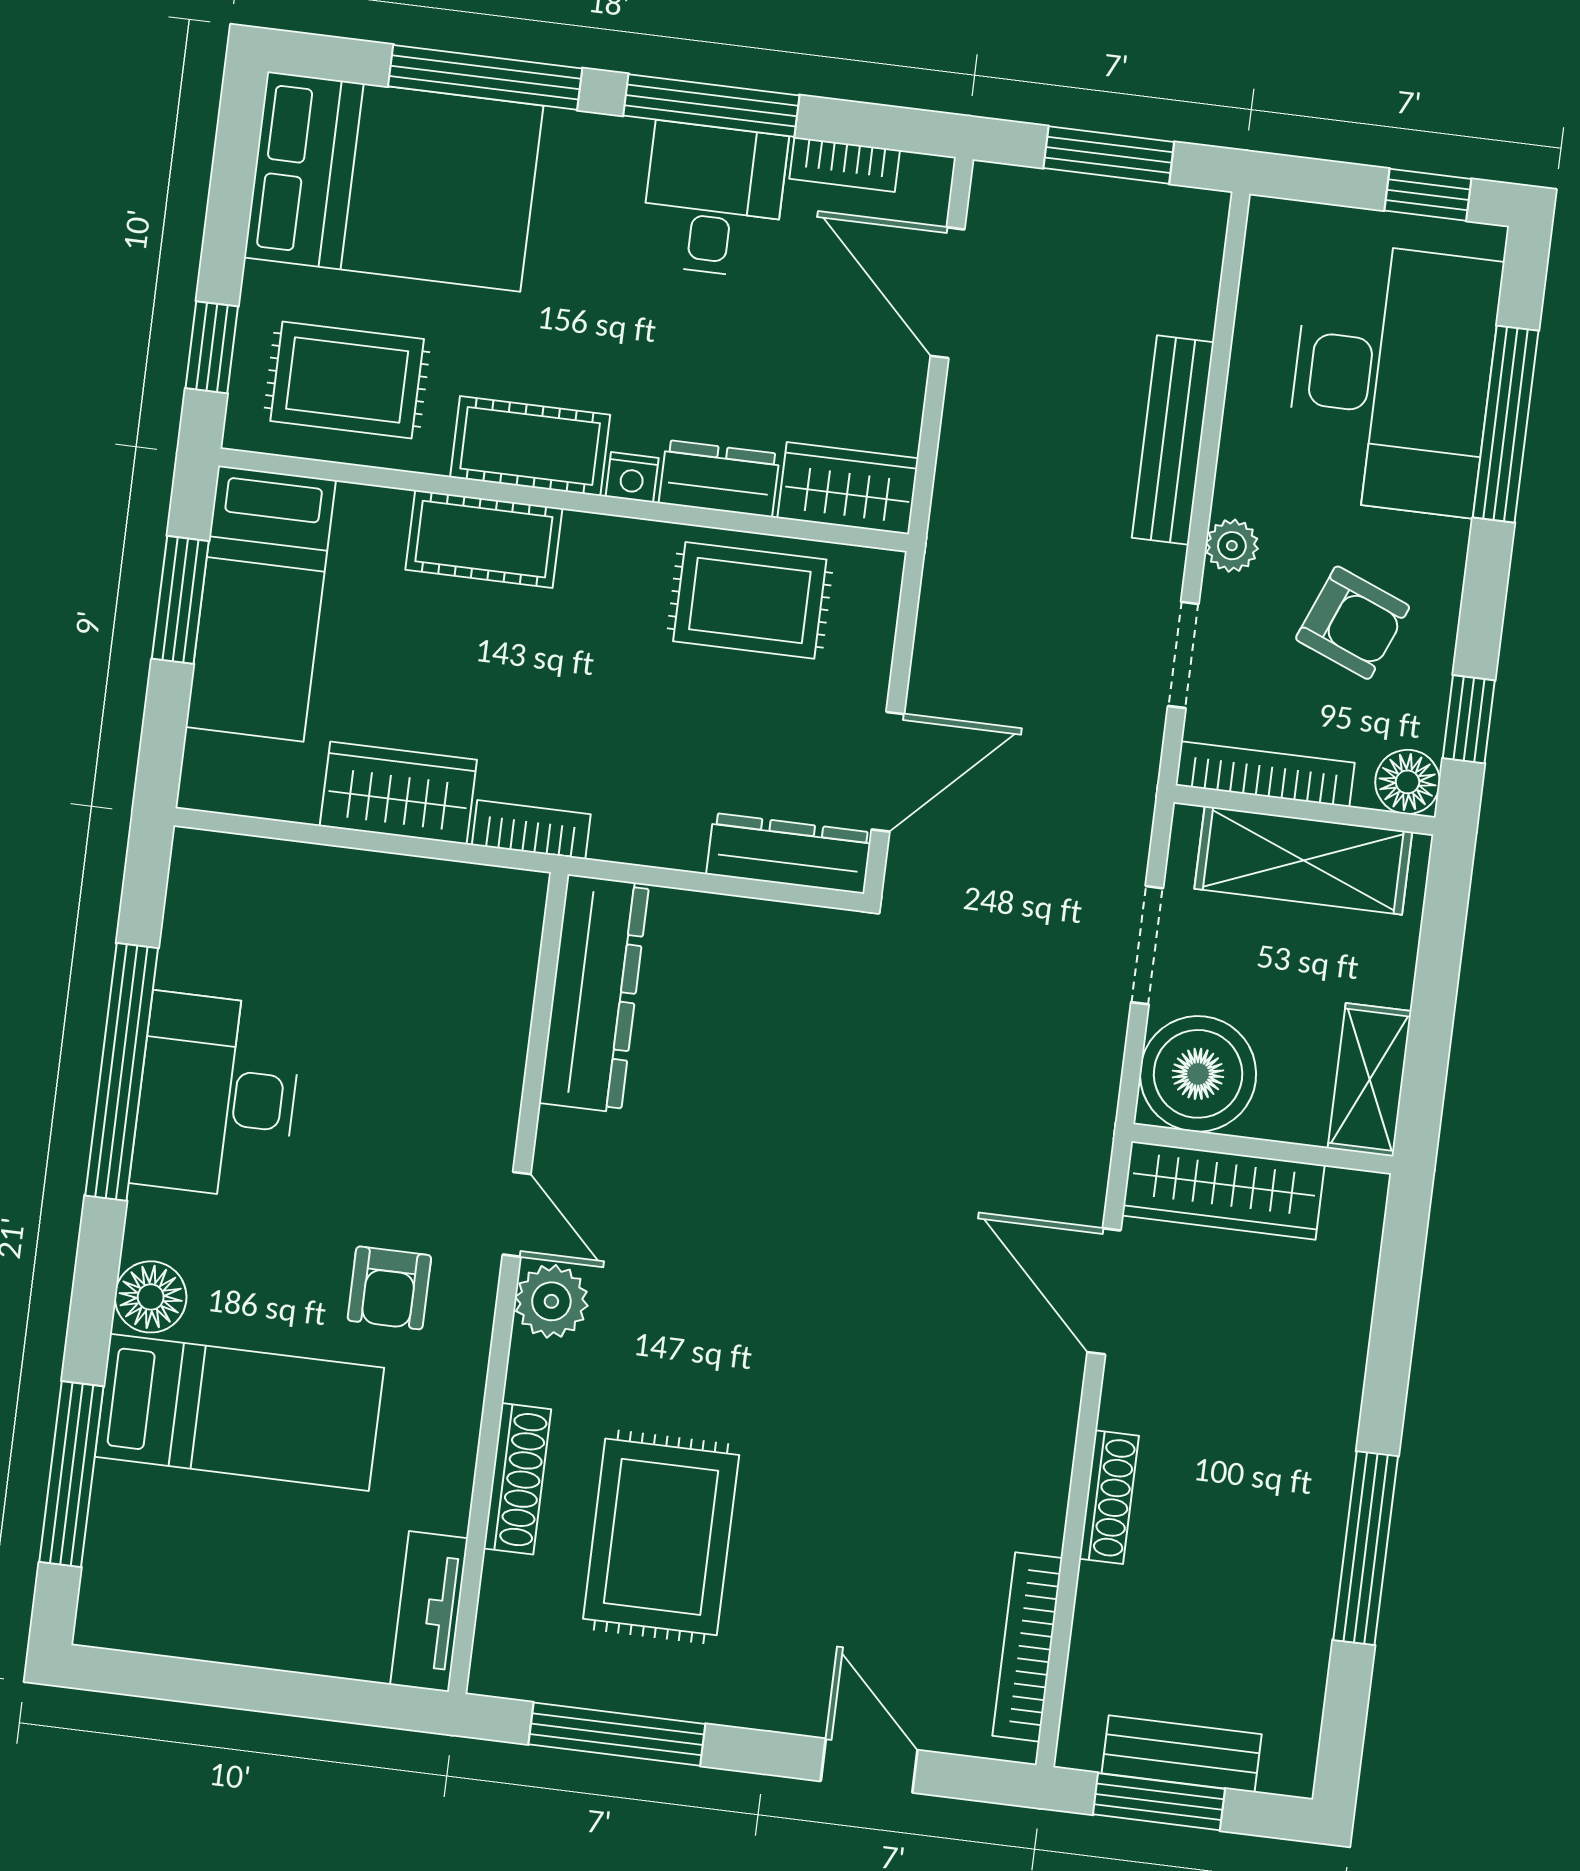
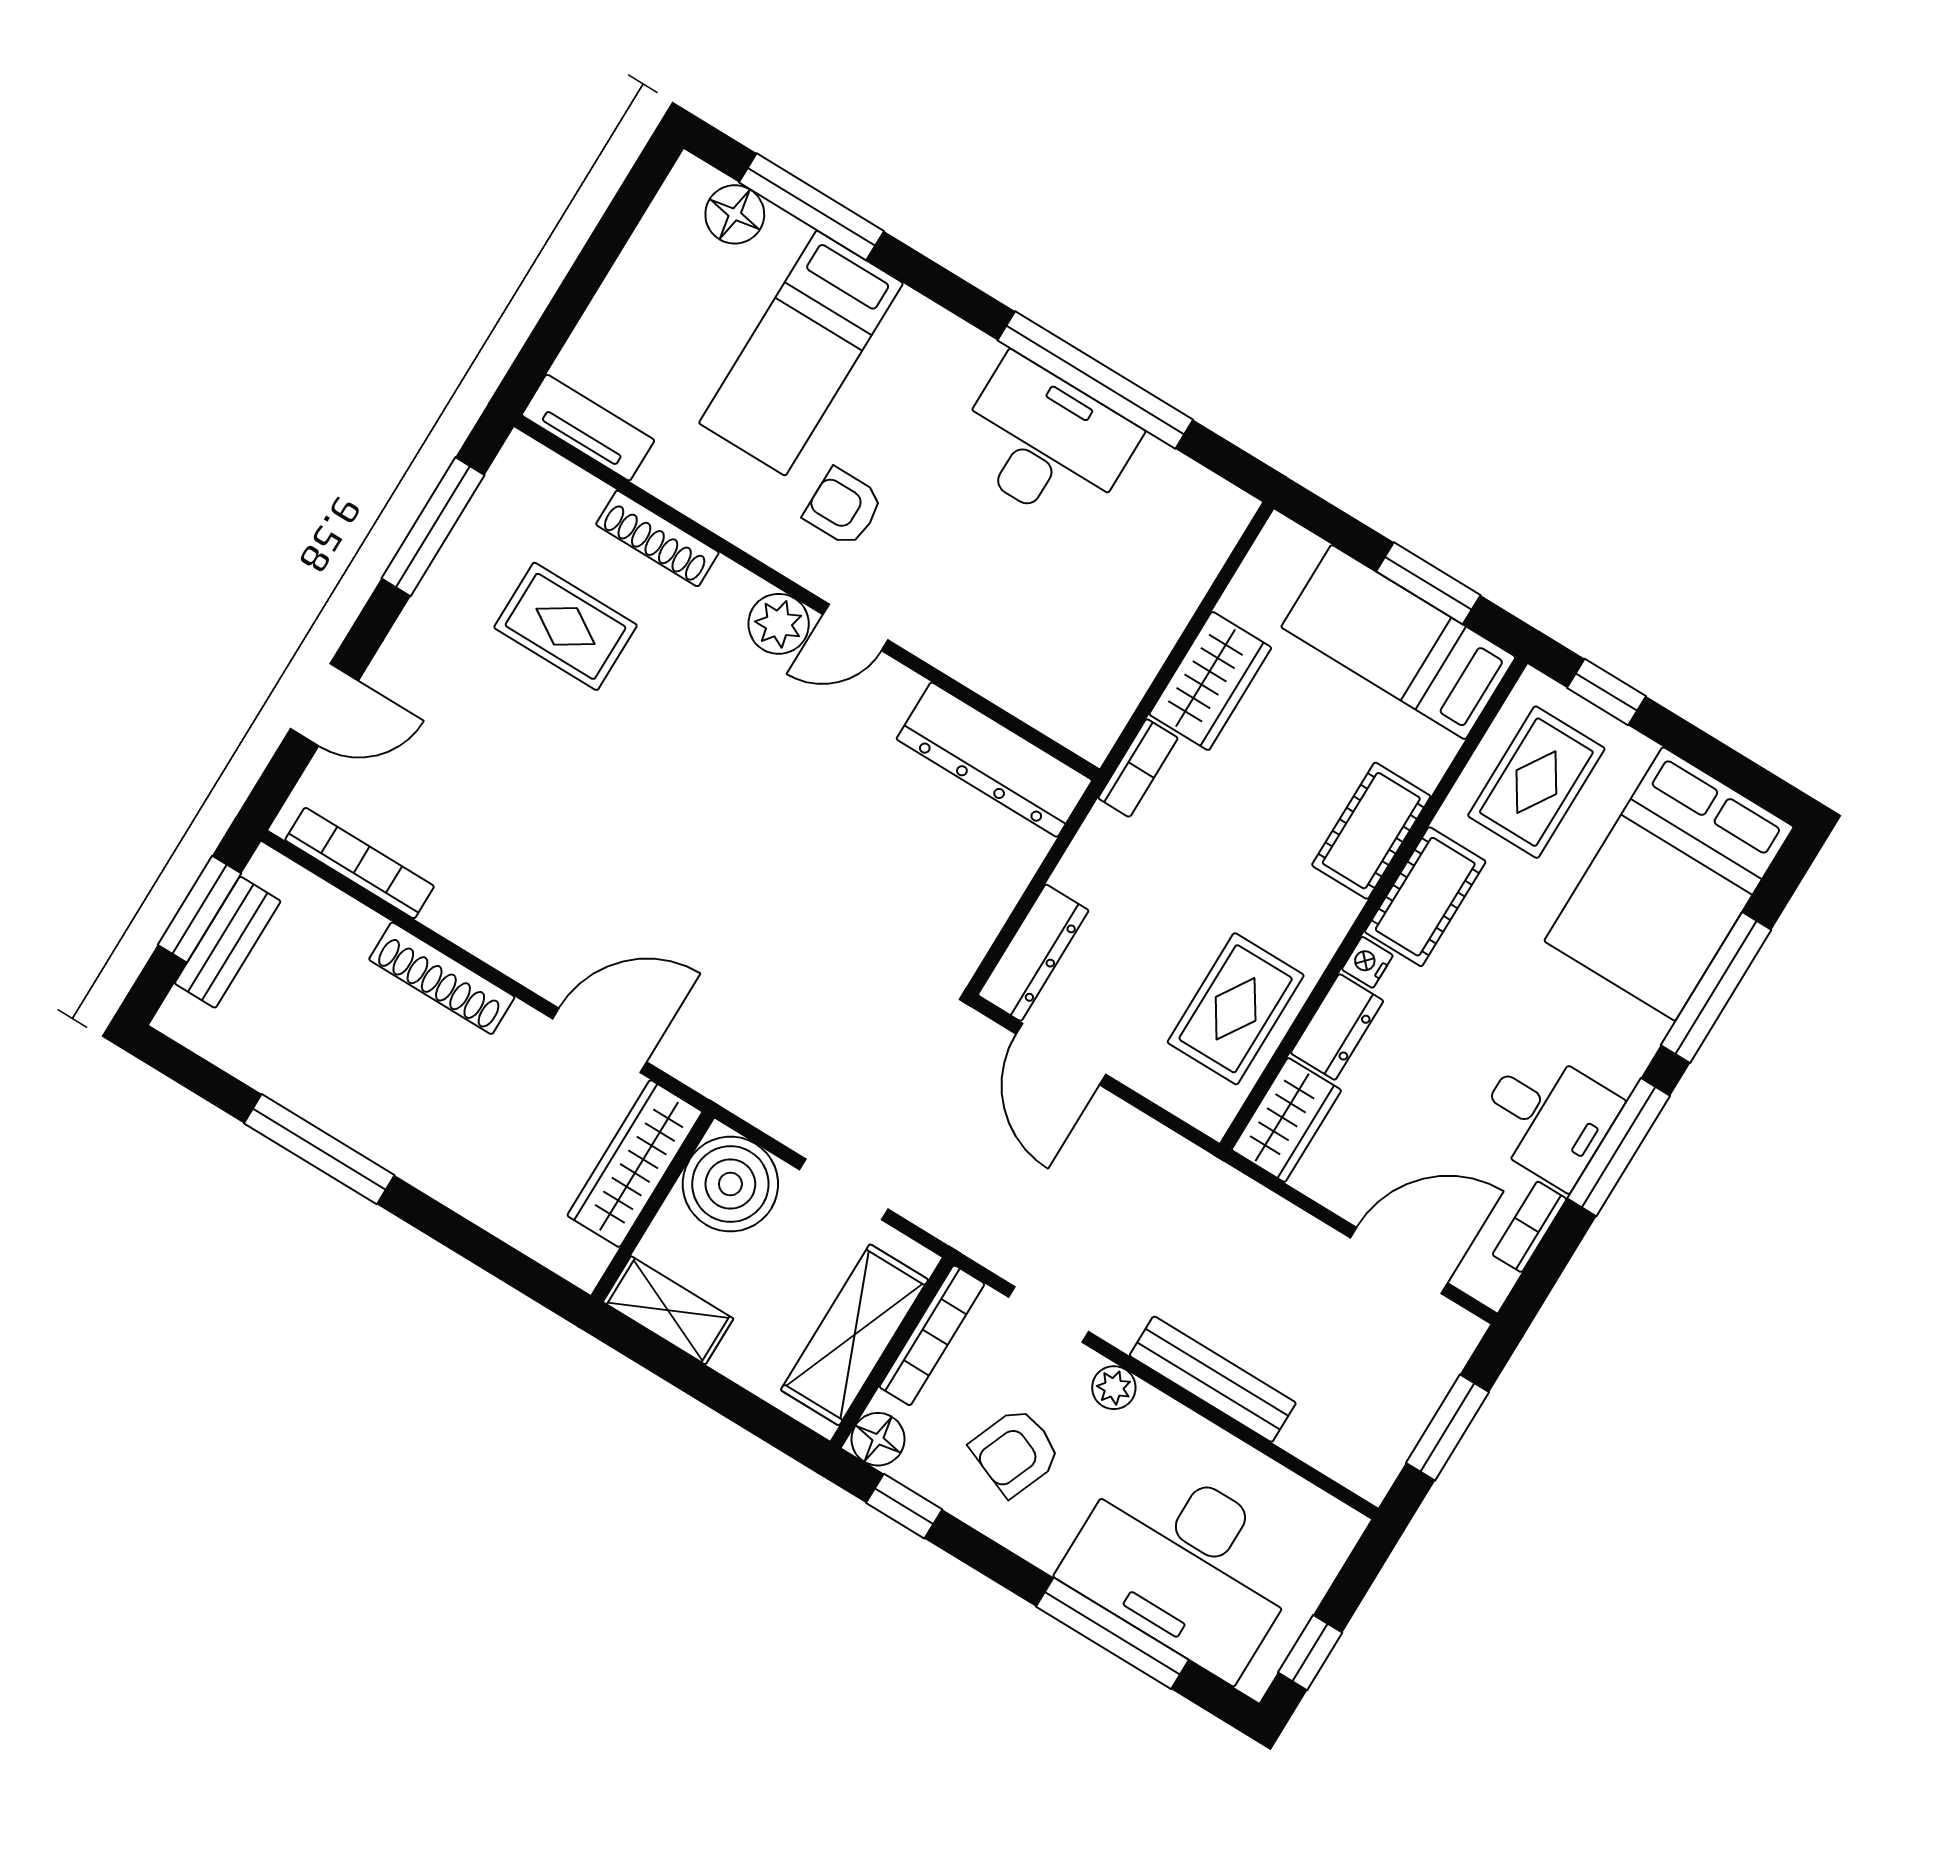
floor lamp: (151, 1297) -> (735, 214), moved
shoe rack: (1109, 1497) -> (442, 978), width x1.36, depth x1.24
rug: (661, 1537) -> (566, 626), width x0.73, depth x0.70

